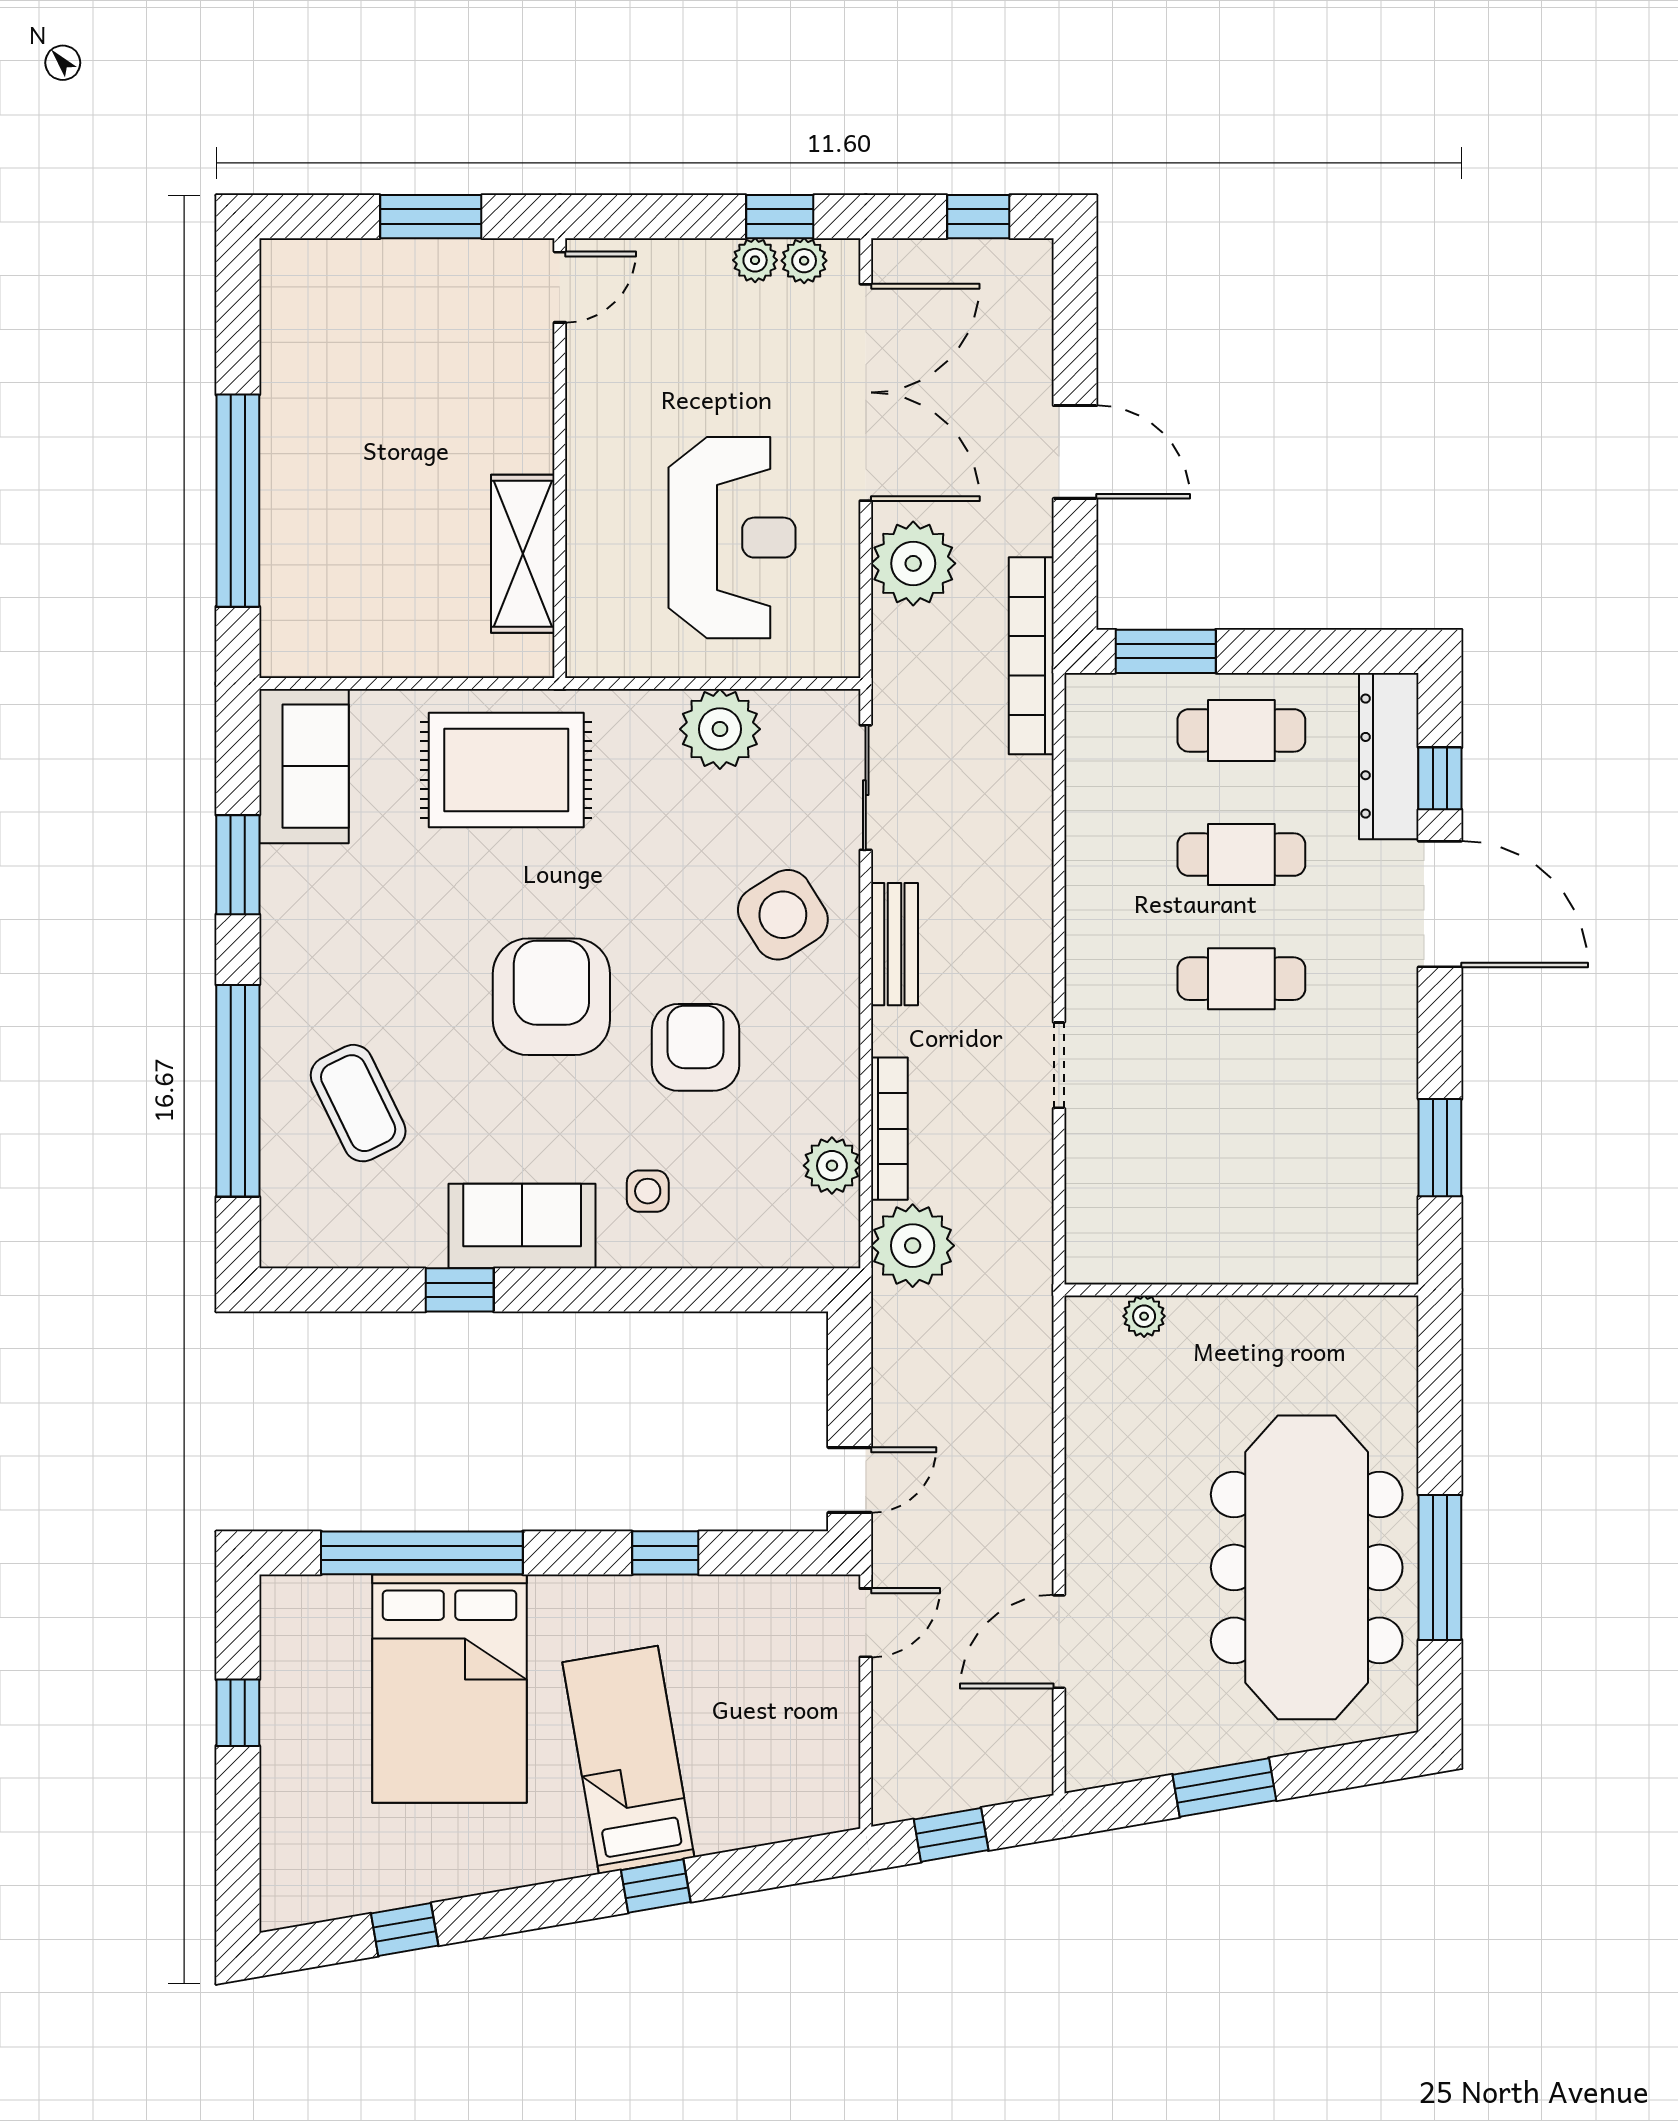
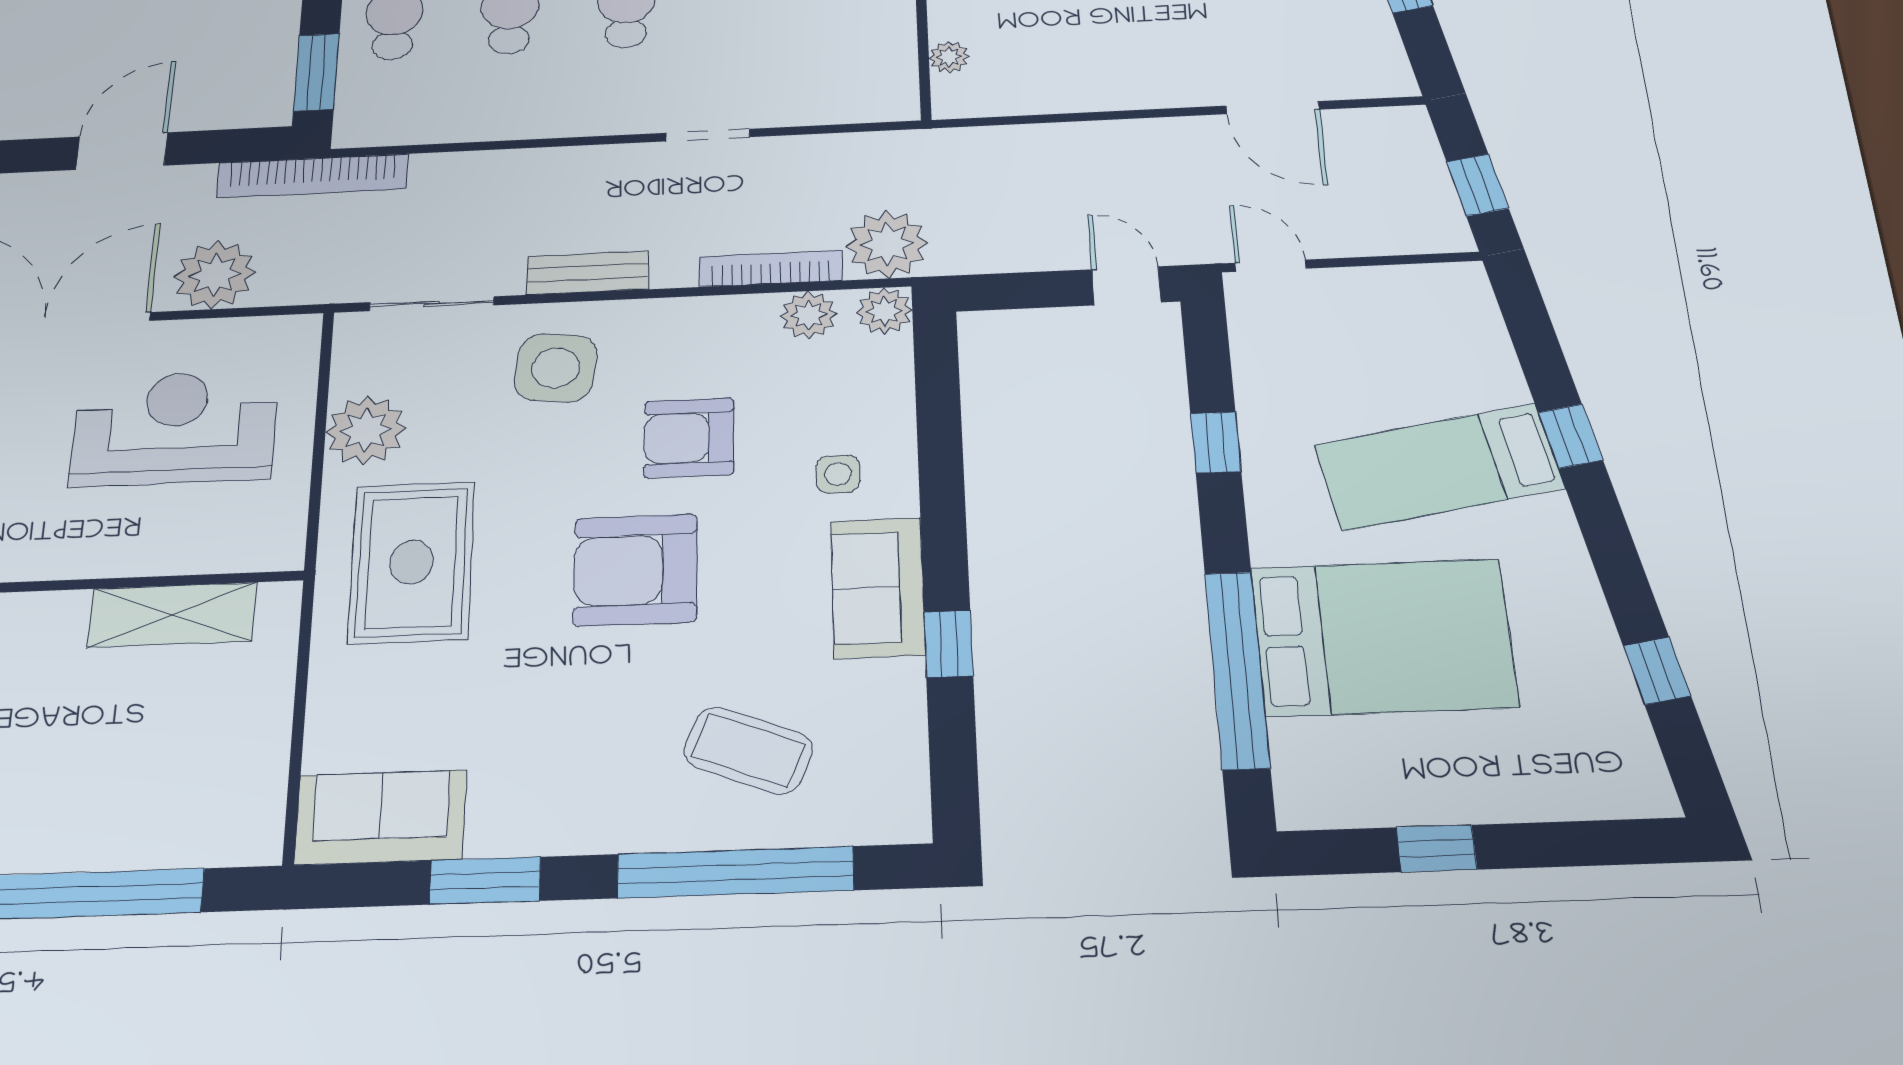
rug: (506, 770) -> (412, 562), moved
side table: (783, 915) -> (556, 368), turned 38
coffee table: (358, 1103) -> (748, 750), turned 48
plant: (833, 1241) -> (884, 311), added

